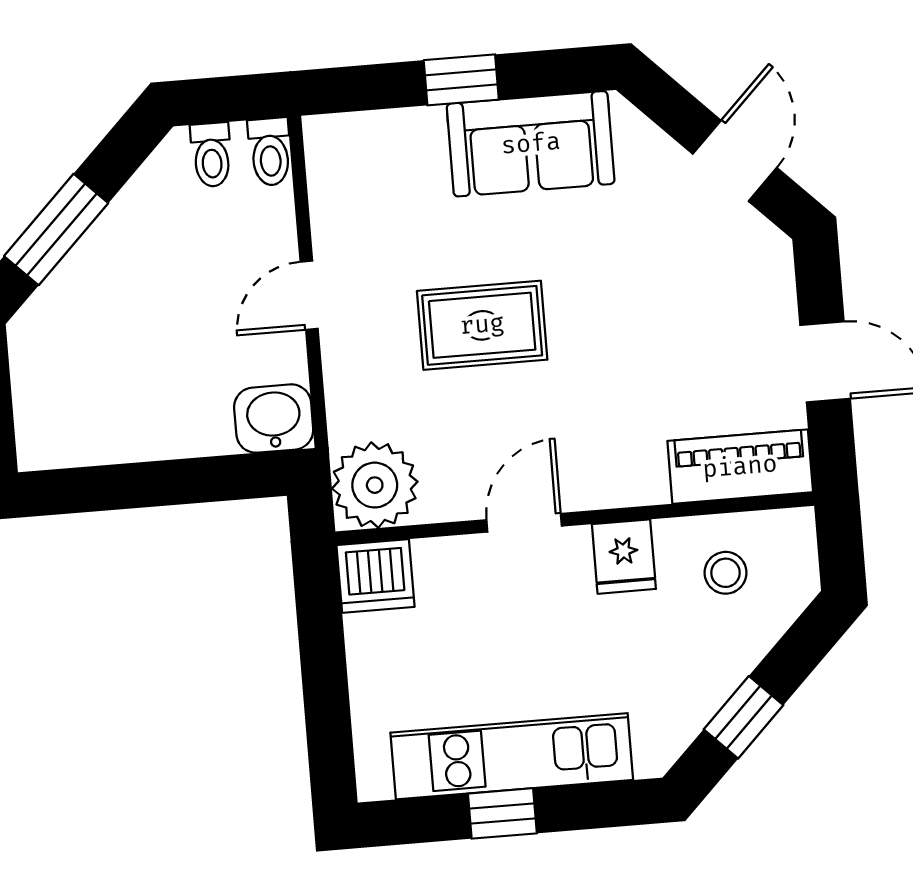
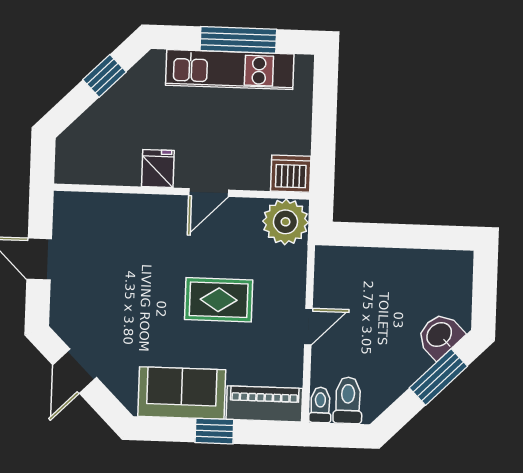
toilet: (211, 155) -> (348, 400), width x1.37, depth x1.39
washbasin: (274, 419) -> (440, 335), moved, turned 135
piano: (740, 467) -> (264, 404), moved, turned 180
stool: (726, 573) -> (105, 154), removed
window: (502, 813) -> (238, 40), width x2.17

